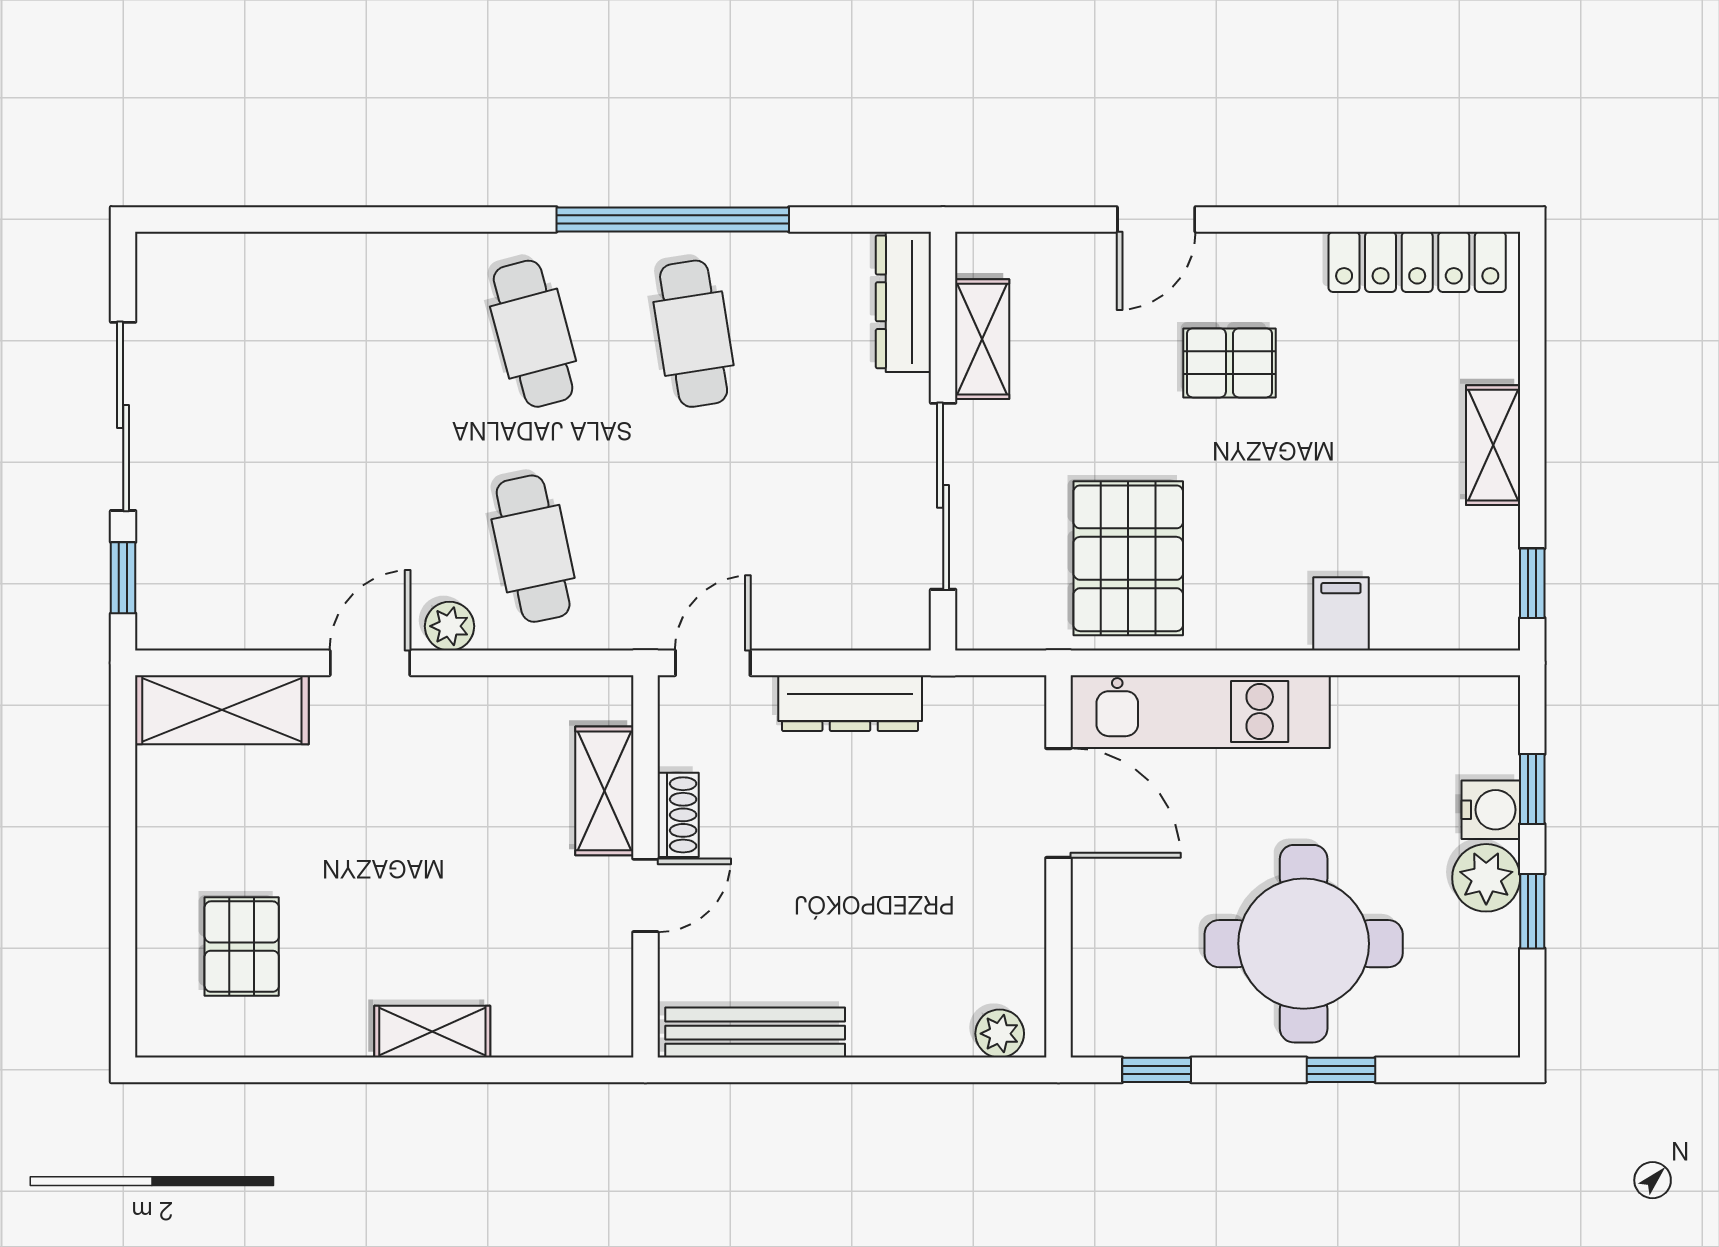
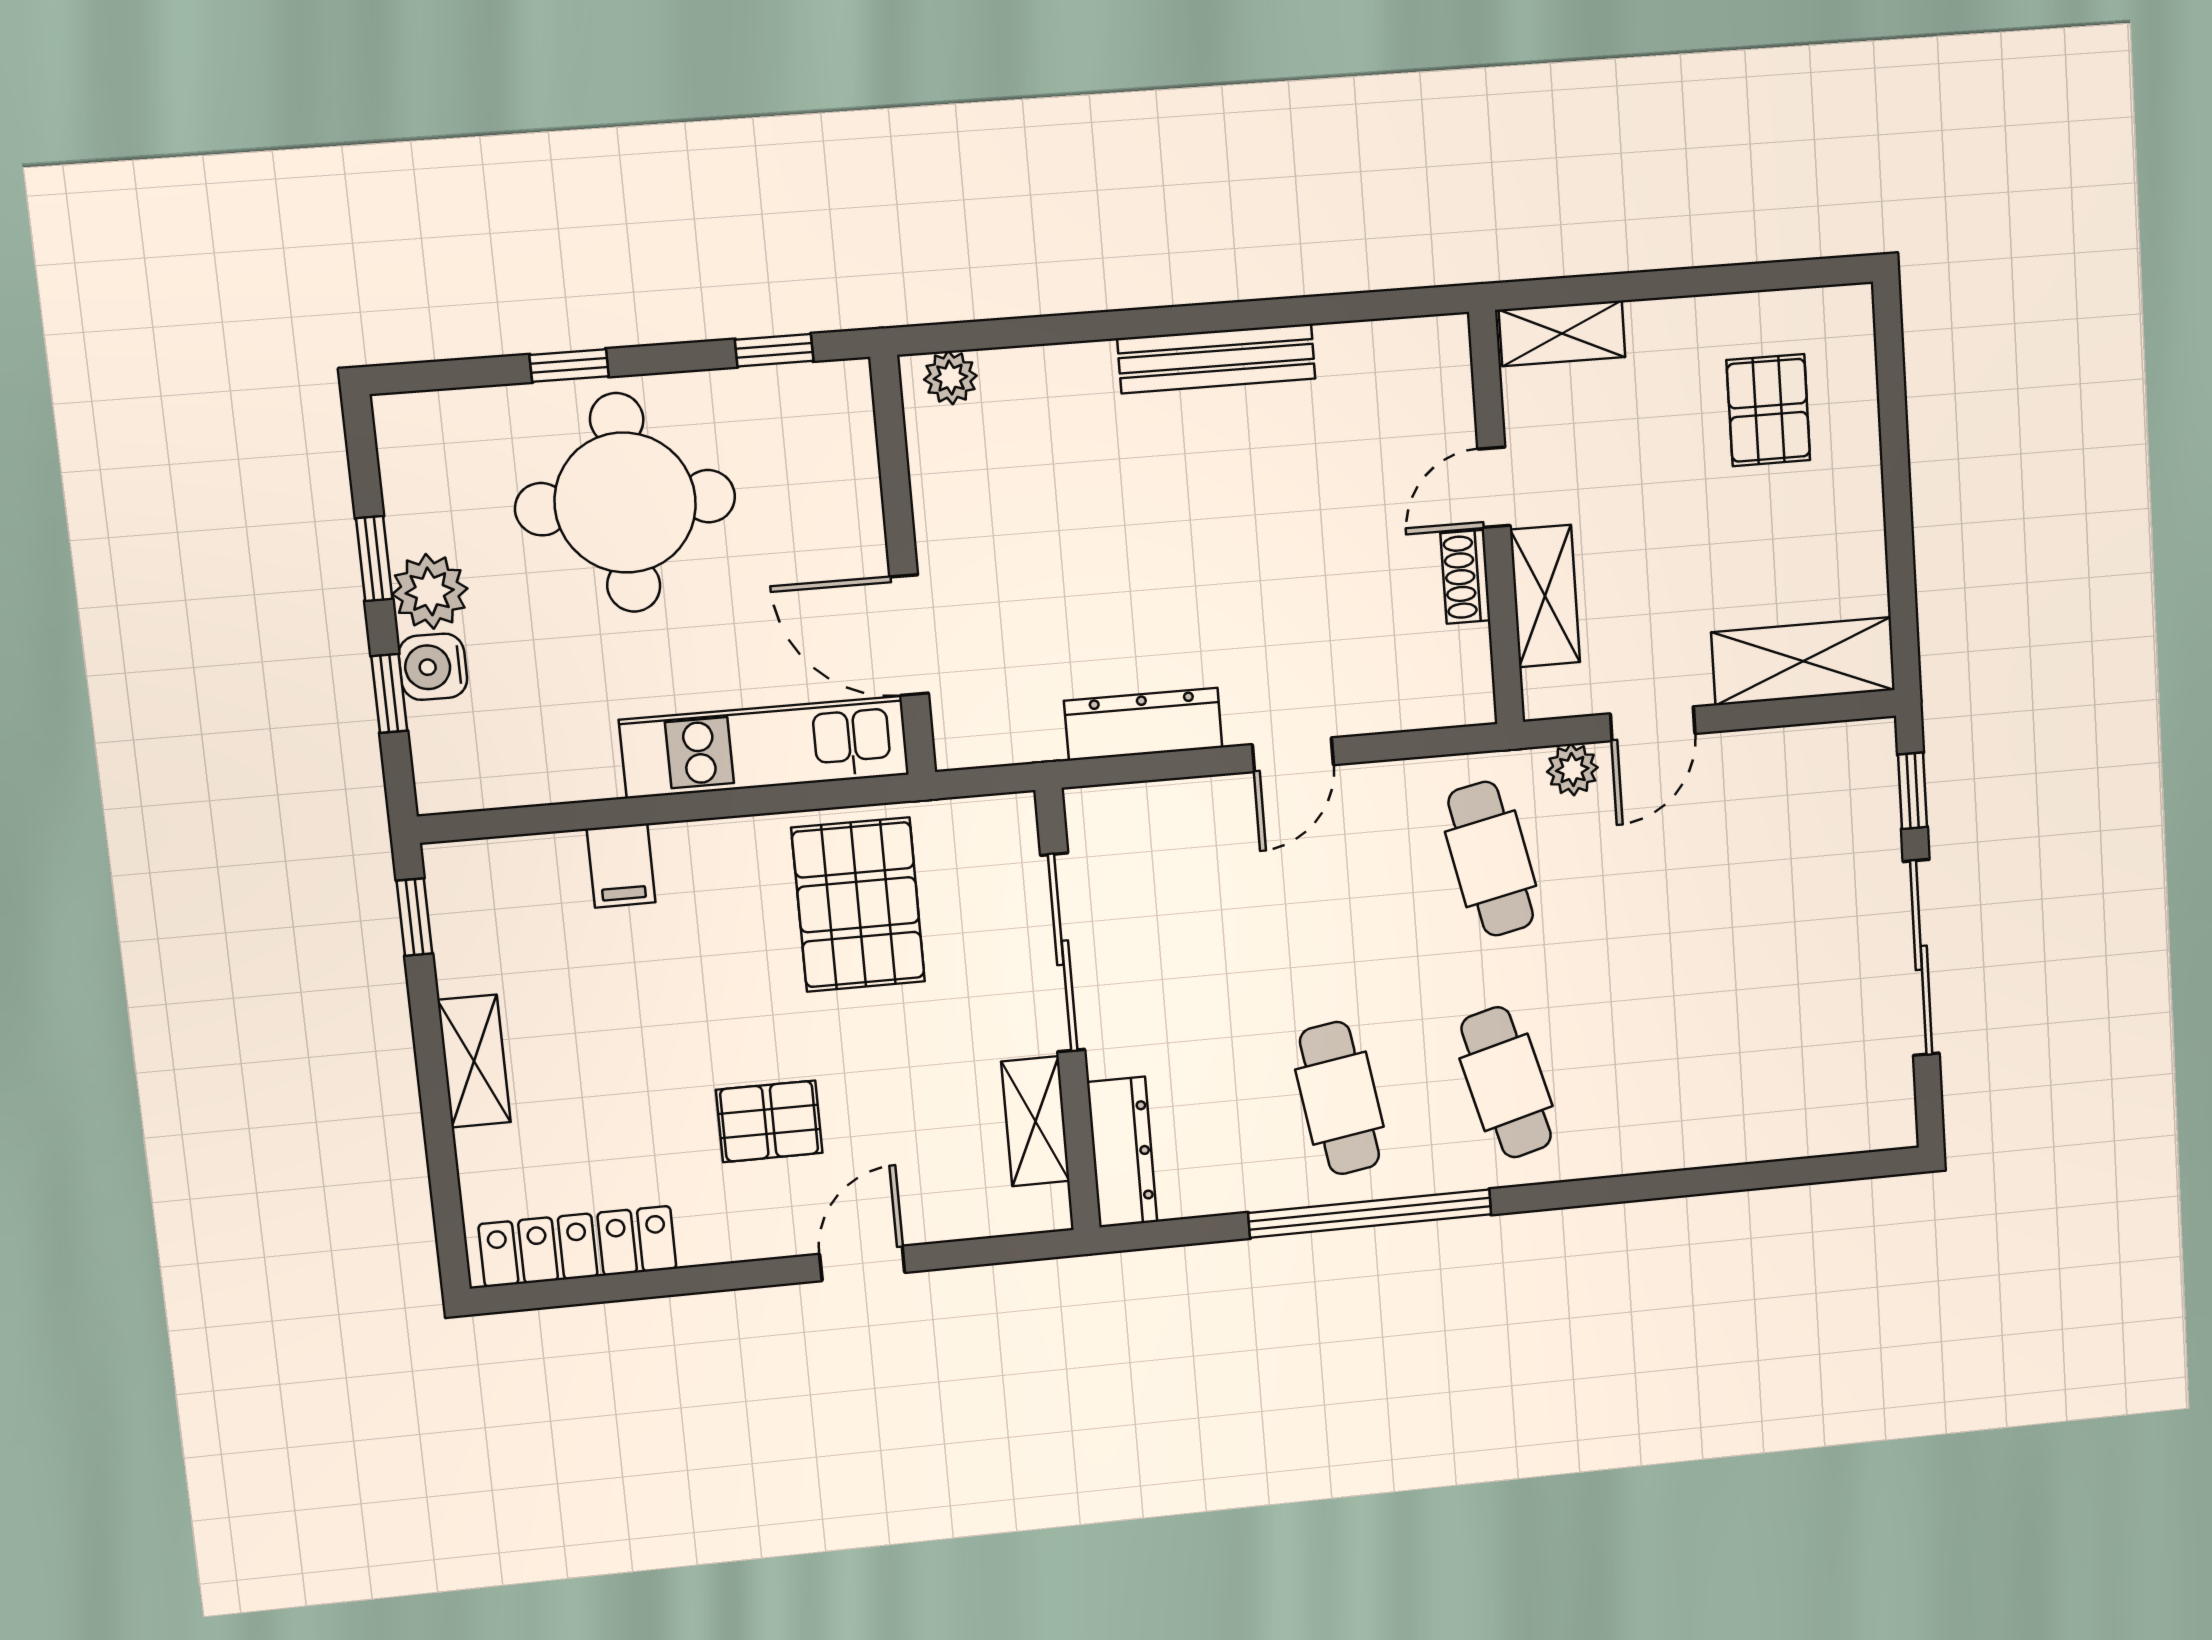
shelving: (604, 791) -> (1545, 596), moved
shoe rack: (678, 815) -> (1465, 577), moved
wall: (645, 866) -> (1496, 519), moved
door: (645, 895) -> (1494, 487), moved

